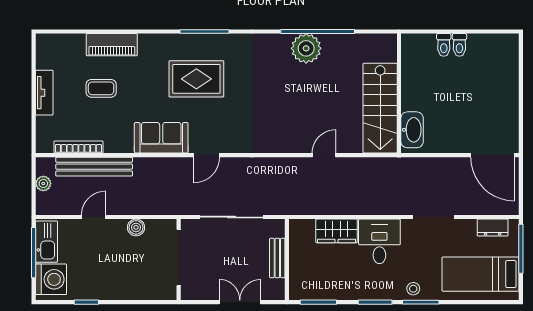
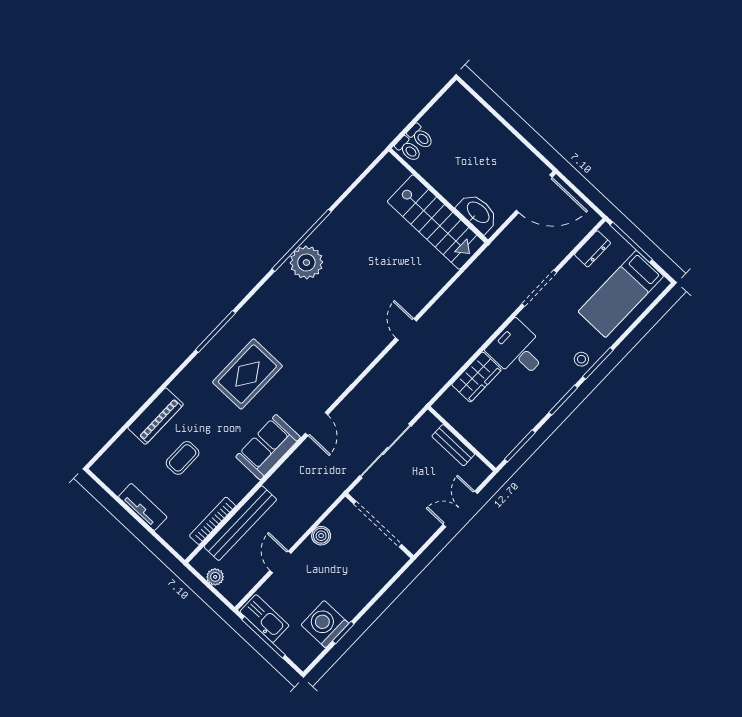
wall: (399, 93) -> (438, 195), moved
stairs: (380, 108) -> (436, 222), moved
washbasin: (412, 130) -> (478, 213), moved
washing machine: (51, 279) -> (325, 624), moved, turned -90

